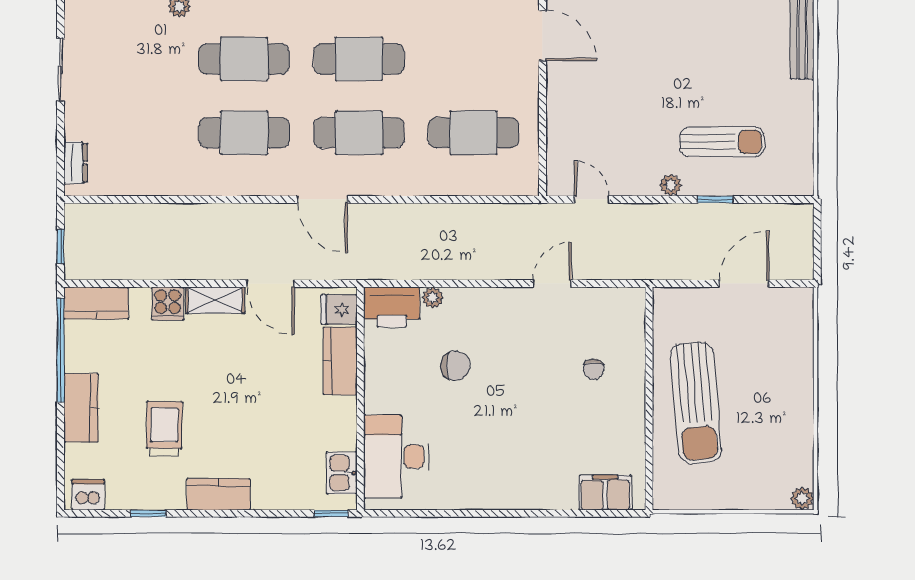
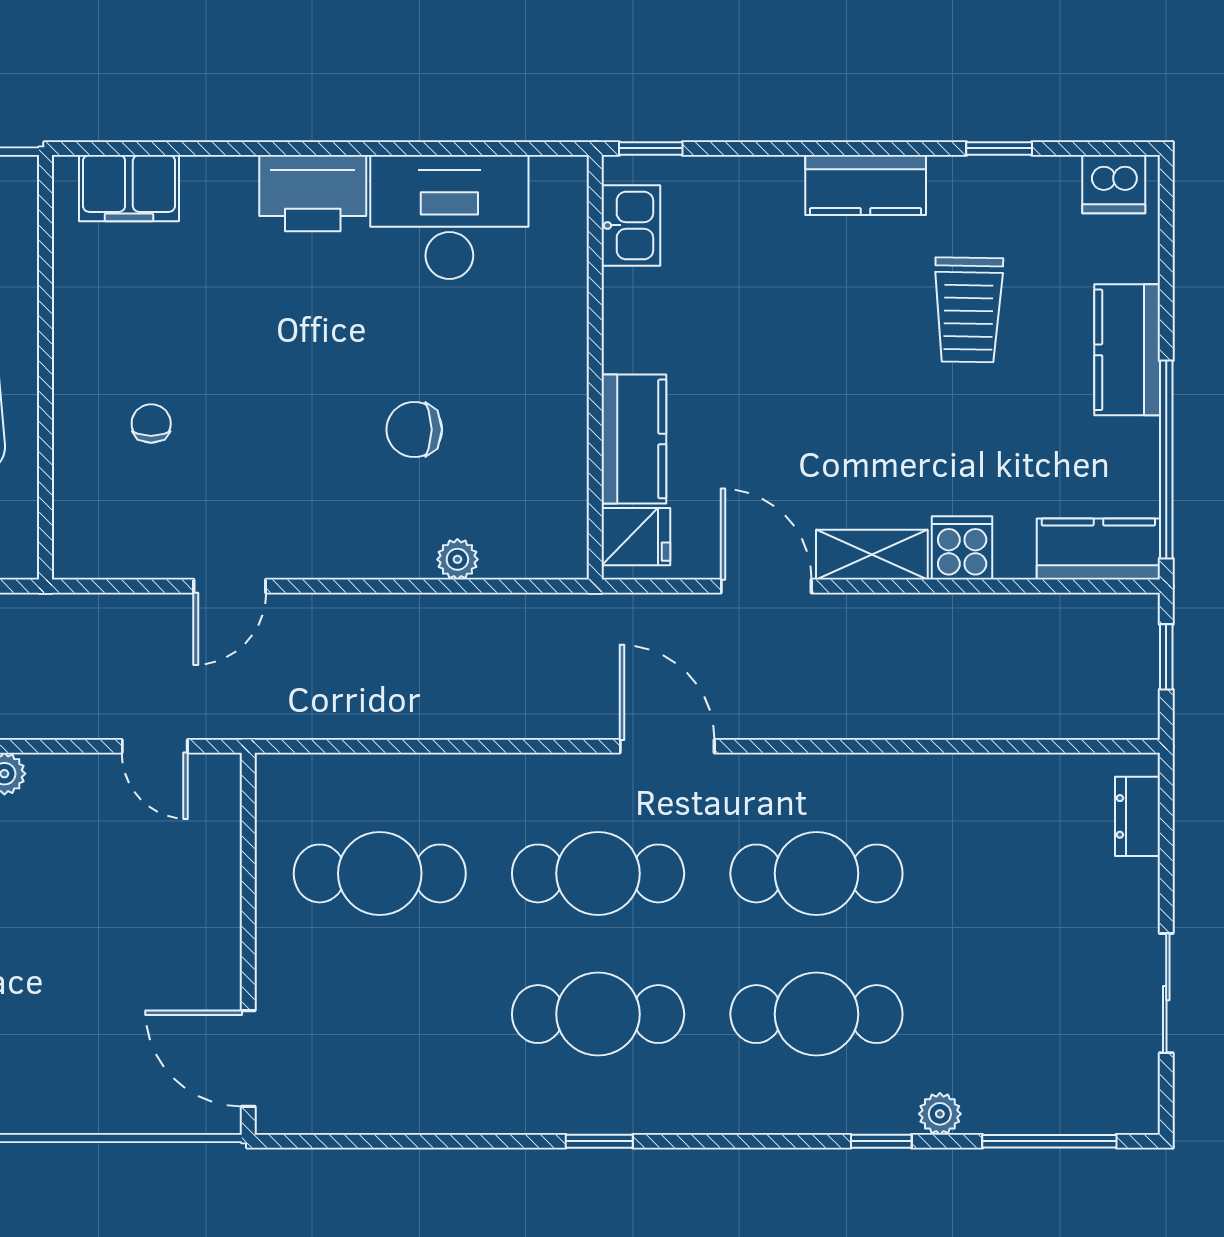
printer: (392, 307) -> (313, 193), moved, turned 180
desk: (396, 457) -> (449, 217), moved, turned -90

